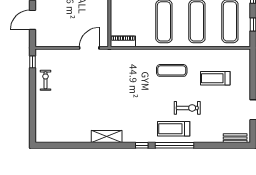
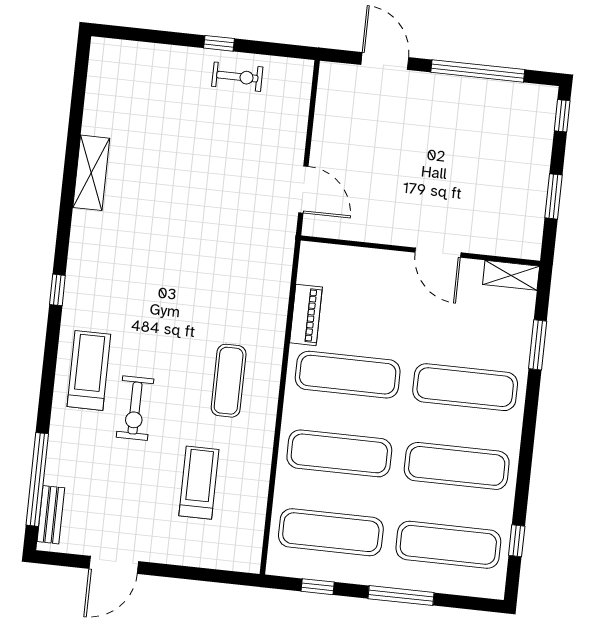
piano: (123, 41) -> (306, 315), moved
window: (32, 62) -> (219, 43), moved
shelving: (107, 137) -> (91, 173), moved
window: (175, 145) -> (37, 479), moved

